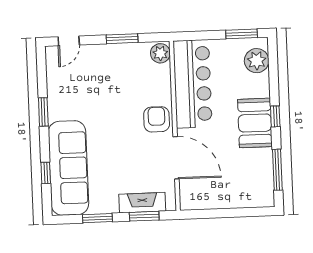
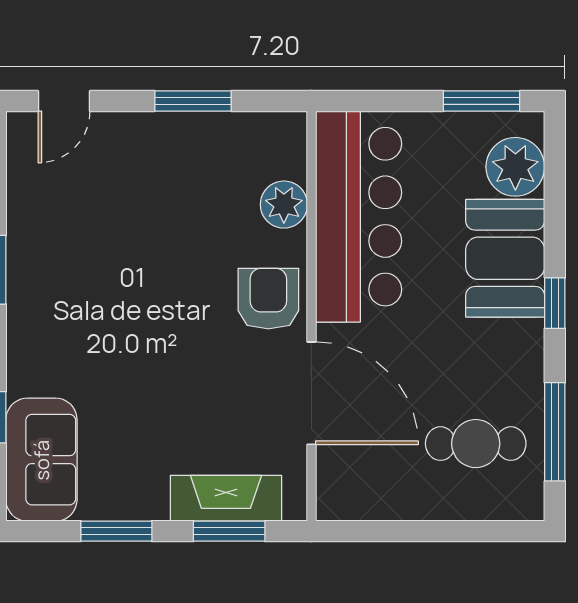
plant: (160, 53) -> (284, 205), moved
booth: (255, 123) -> (505, 258), moved
sofa: (68, 168) -> (41, 460), width x0.54, depth x0.79
cafe table: (245, 176) -> (476, 444), added

